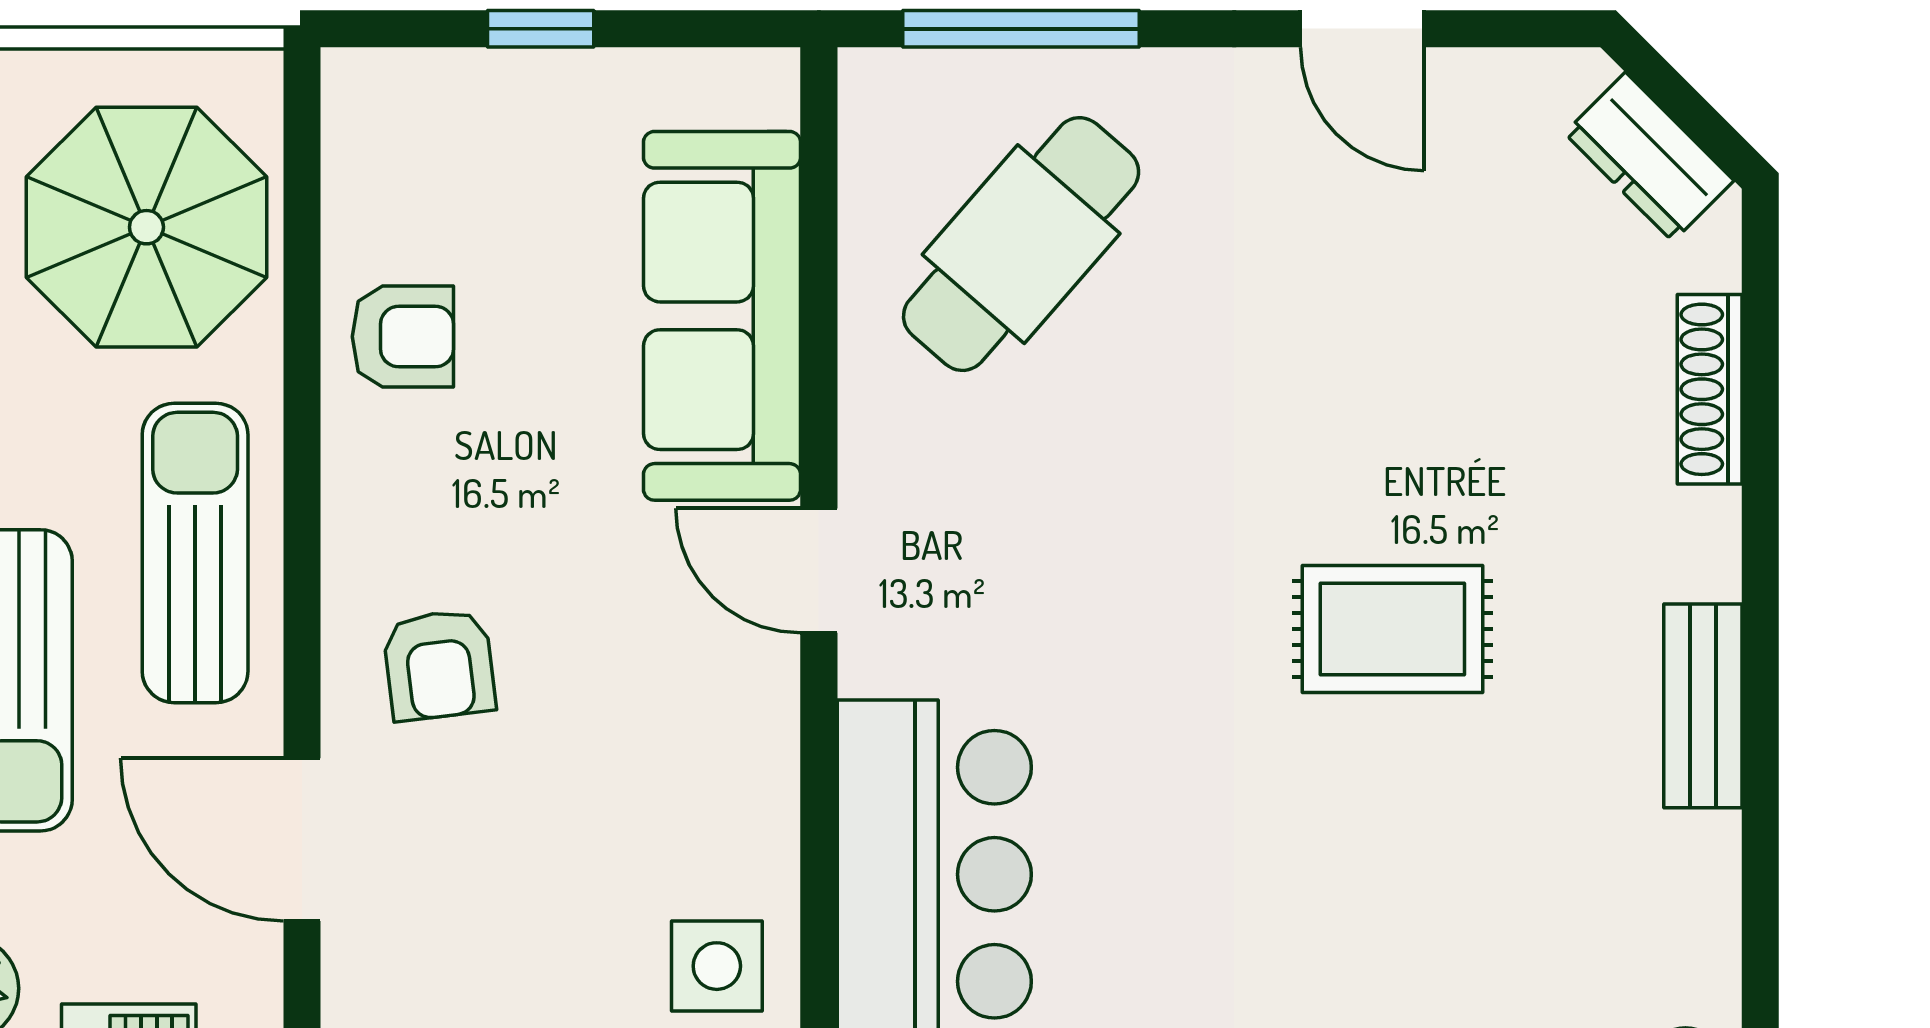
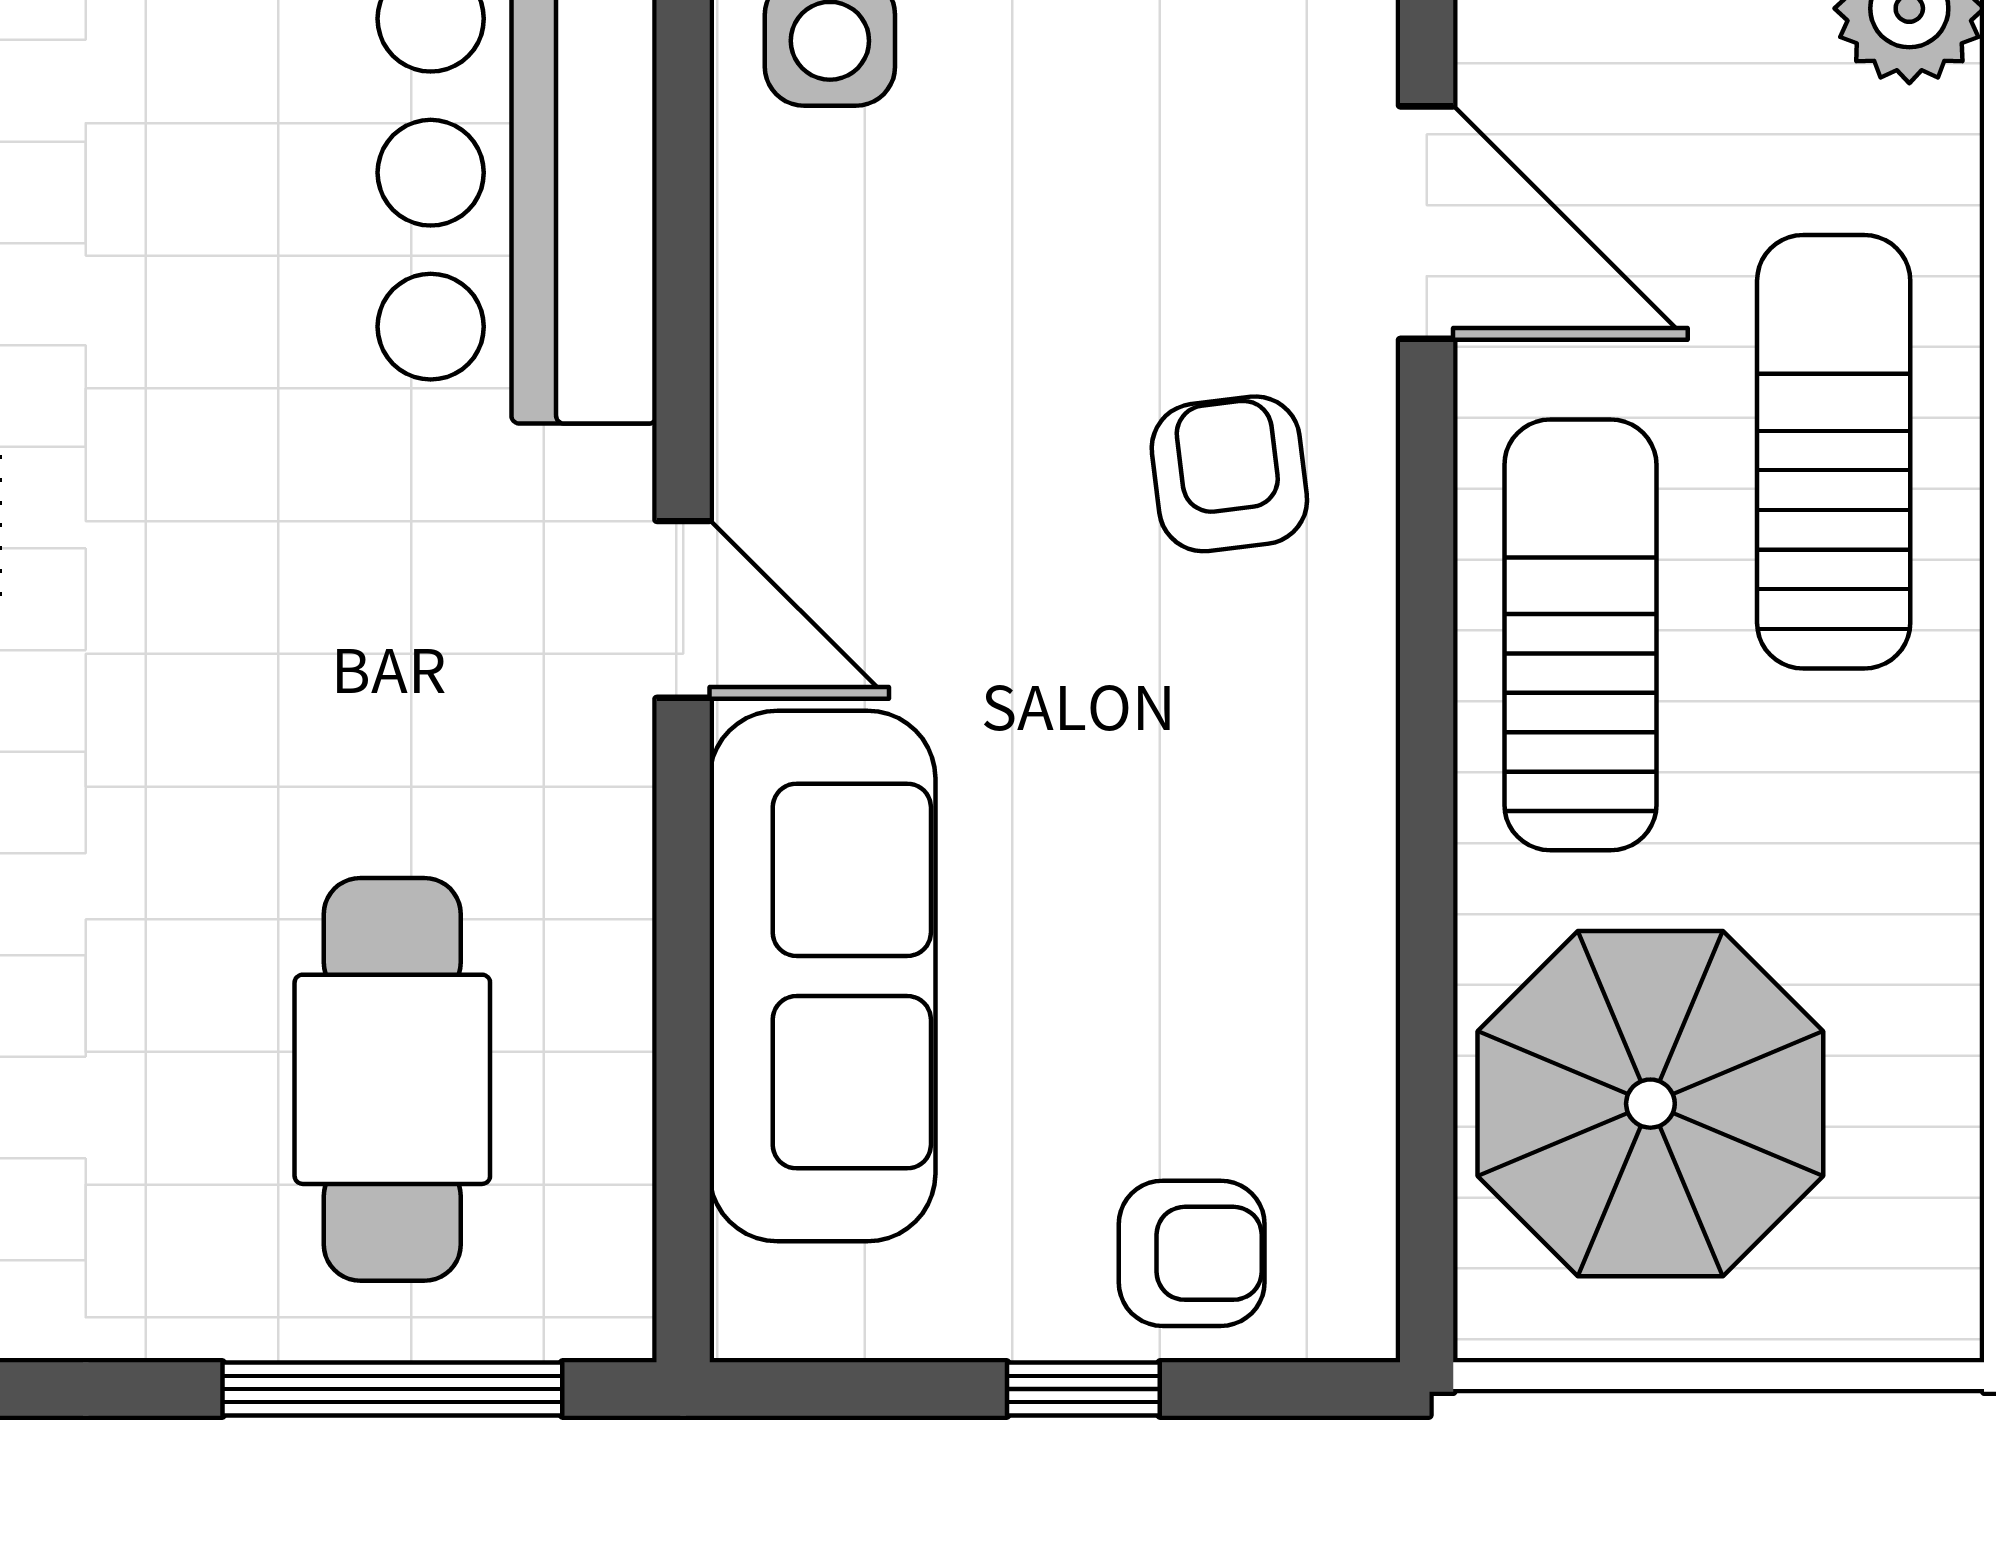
cafe table: (1021, 244) -> (392, 1079), turned -41
armchair: (403, 337) -> (1192, 1253), moved, turned 180
sun lounger: (195, 553) -> (1580, 635), turned 180

